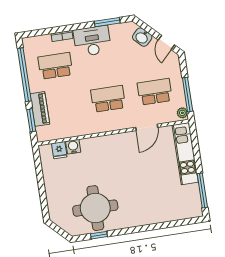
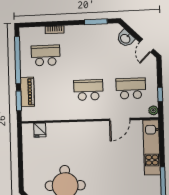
desk: (92, 41) -> (81, 37), removed
window: (188, 95) -> (160, 94), width x0.46
water cooler: (73, 147) -> (52, 129), removed

